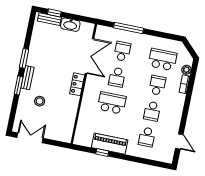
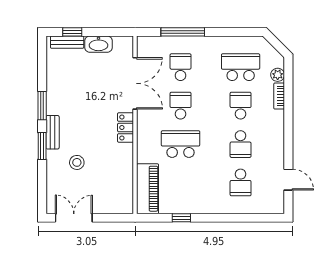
school desk: (117, 77) -> (181, 106), turned 180
piano: (110, 144) -> (148, 189), moved, turned 90

